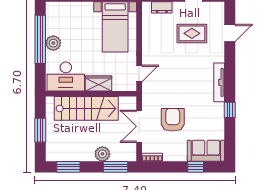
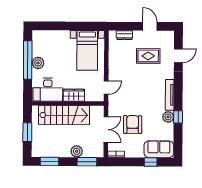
plant: (217, 110) -> (168, 117), added
double door: (139, 126) -> (106, 130), swing flipped

